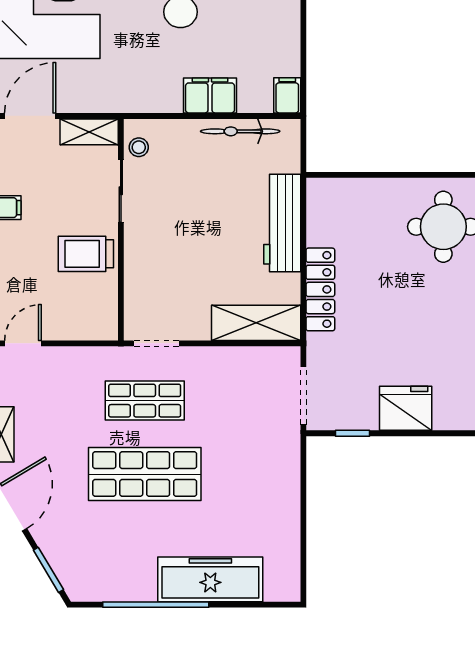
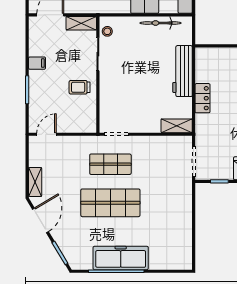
trolley: (86, 254) -> (80, 87), width x0.73, depth x0.72
locker: (320, 289) -> (203, 98), width x0.66
shelving: (256, 323) -> (177, 126), width x0.67, depth x0.75
freezer: (210, 579) -> (121, 258), moved

